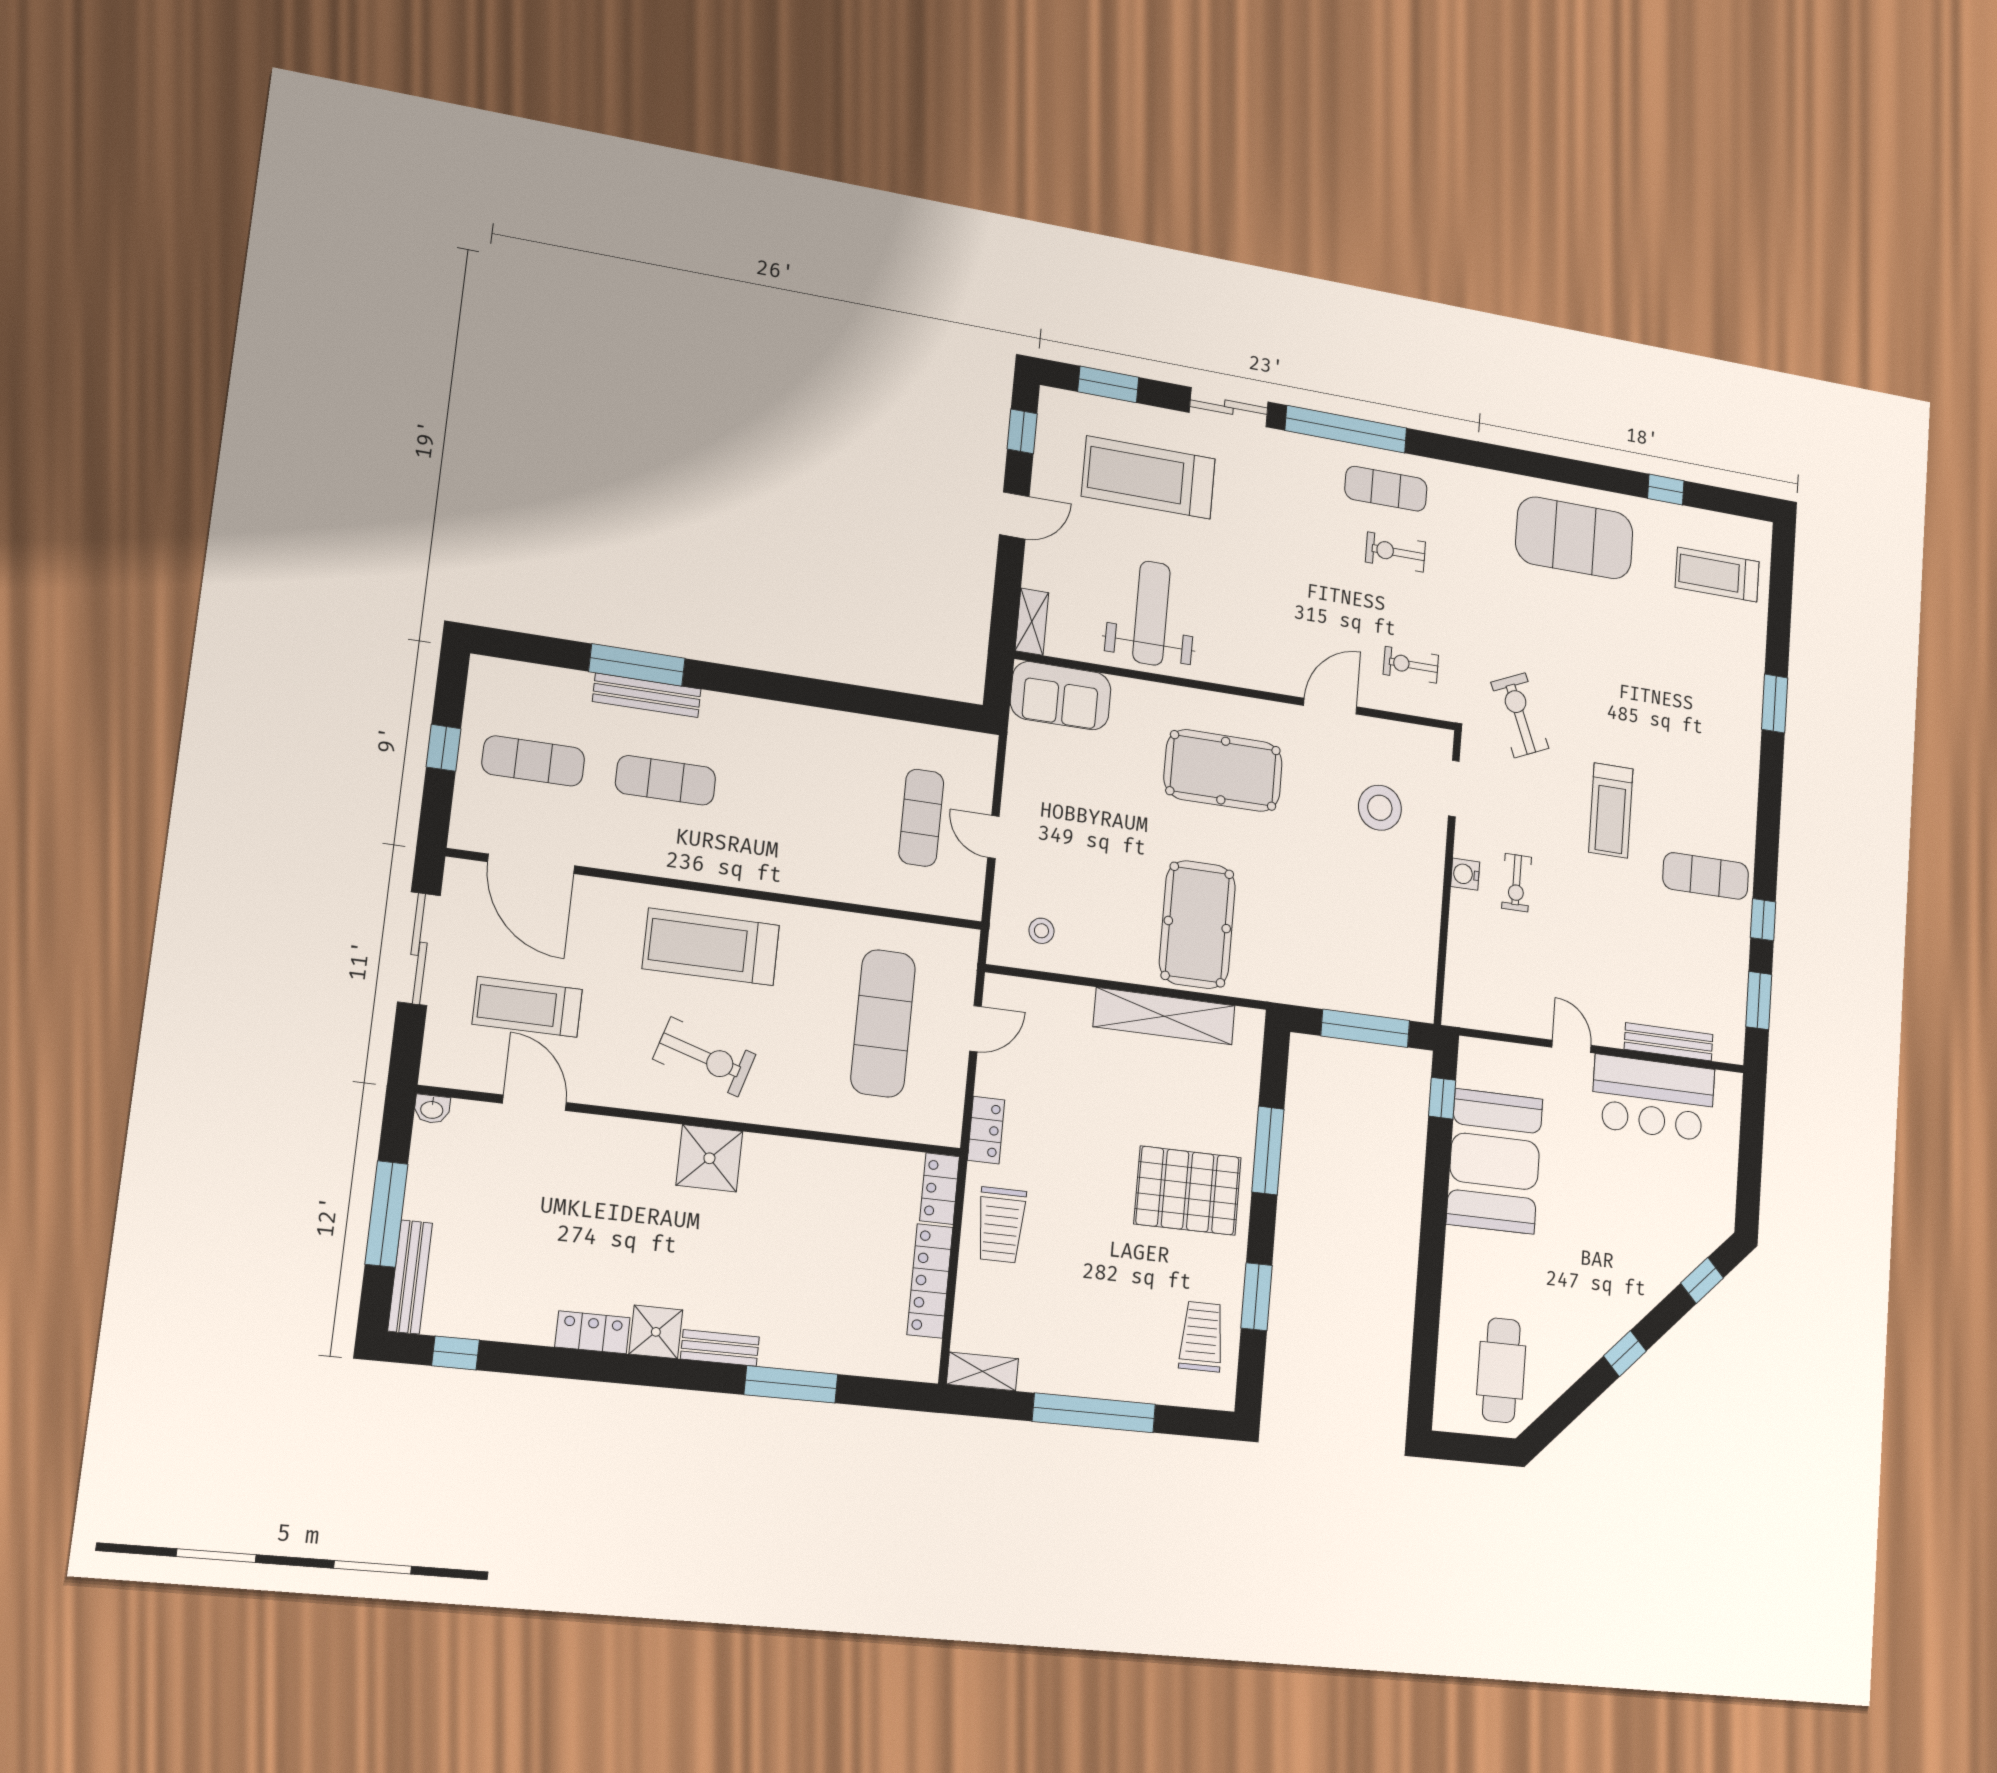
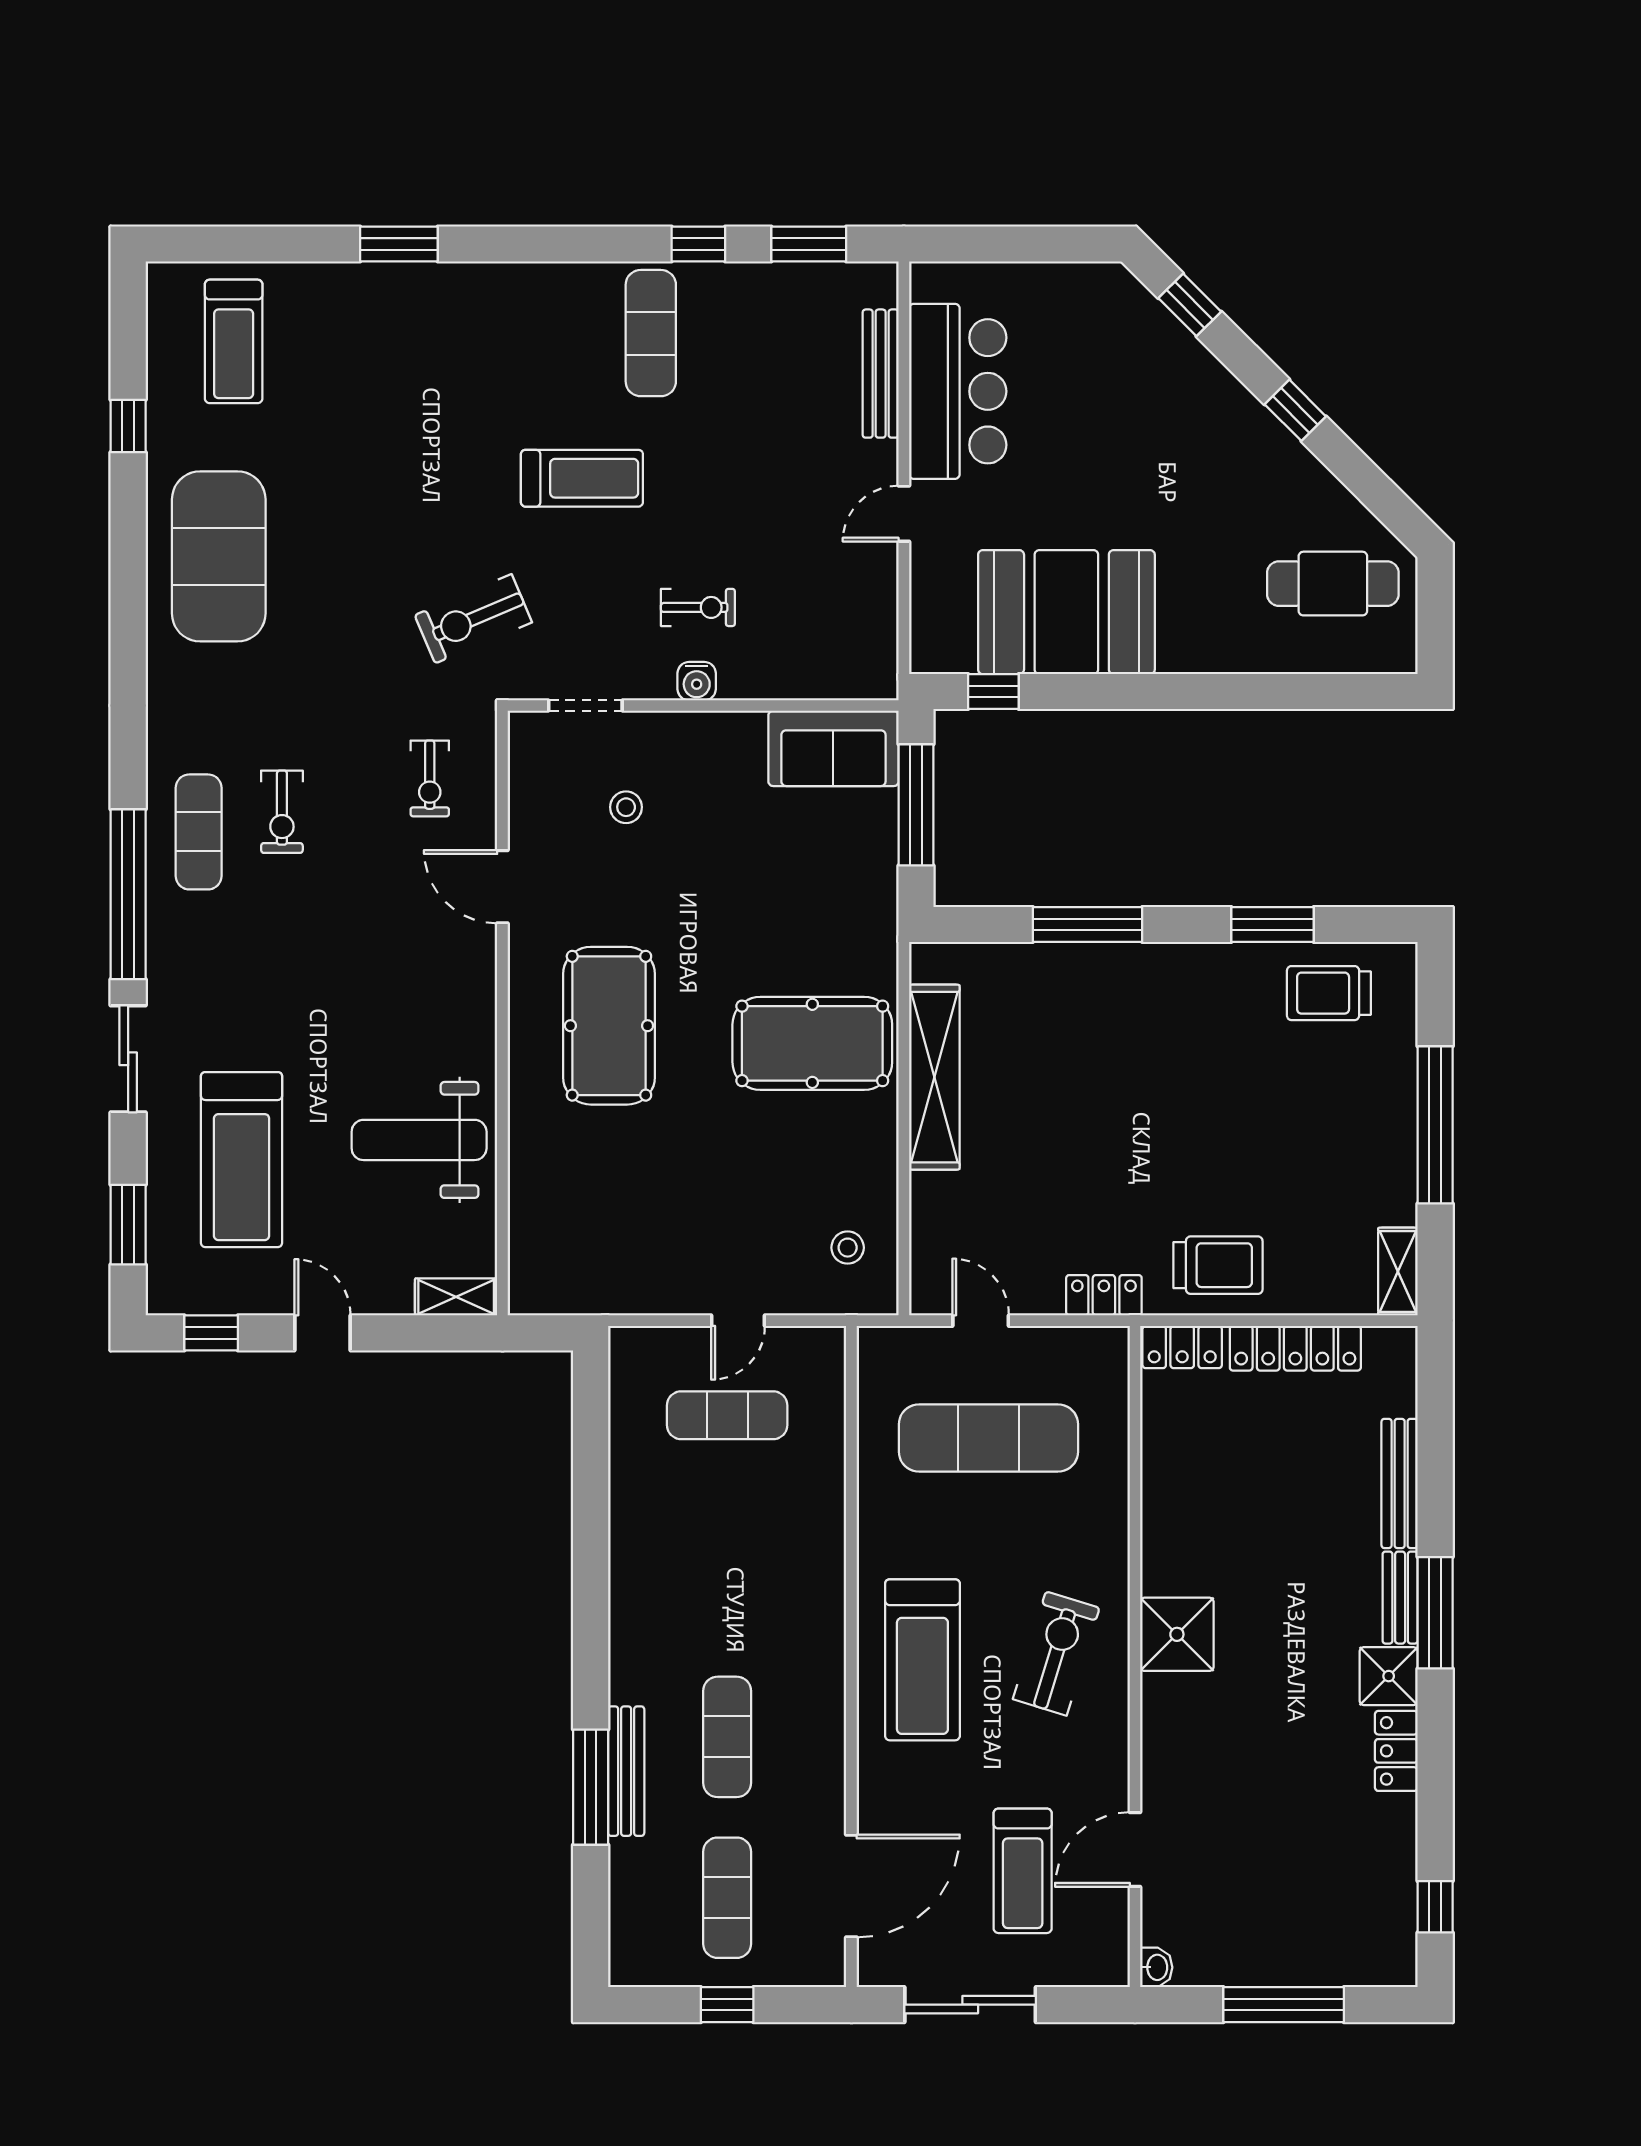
sofa: (1061, 696) -> (833, 748), moved, turned 90
stool: (1380, 808) -> (626, 807), width x0.53, depth x0.53
pallet: (1188, 1191) -> (1150, 1027), removed
bench: (410, 1277) -> (1400, 1483), moved, turned 90
window: (791, 1384) -> (1435, 1613), moved

